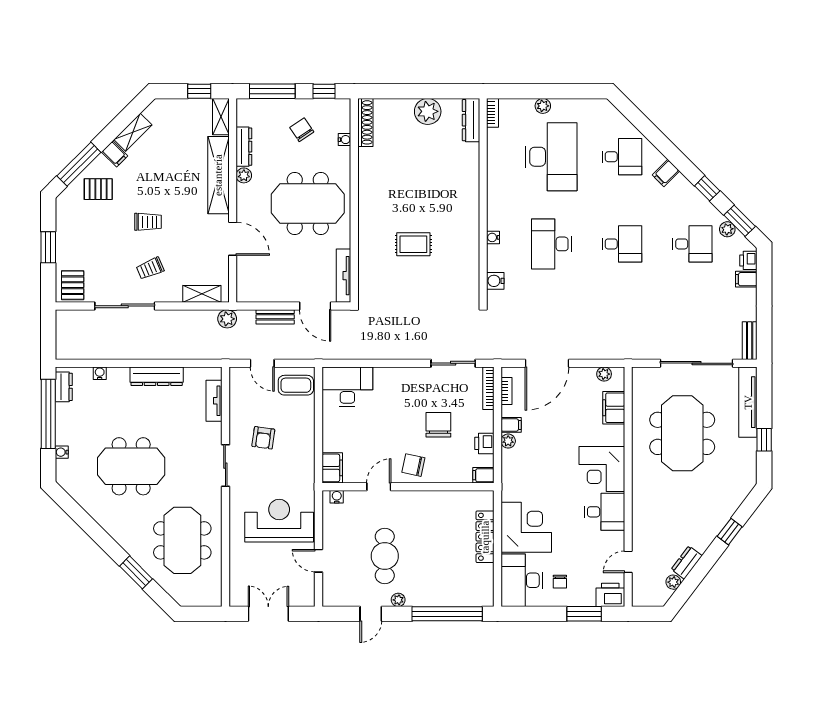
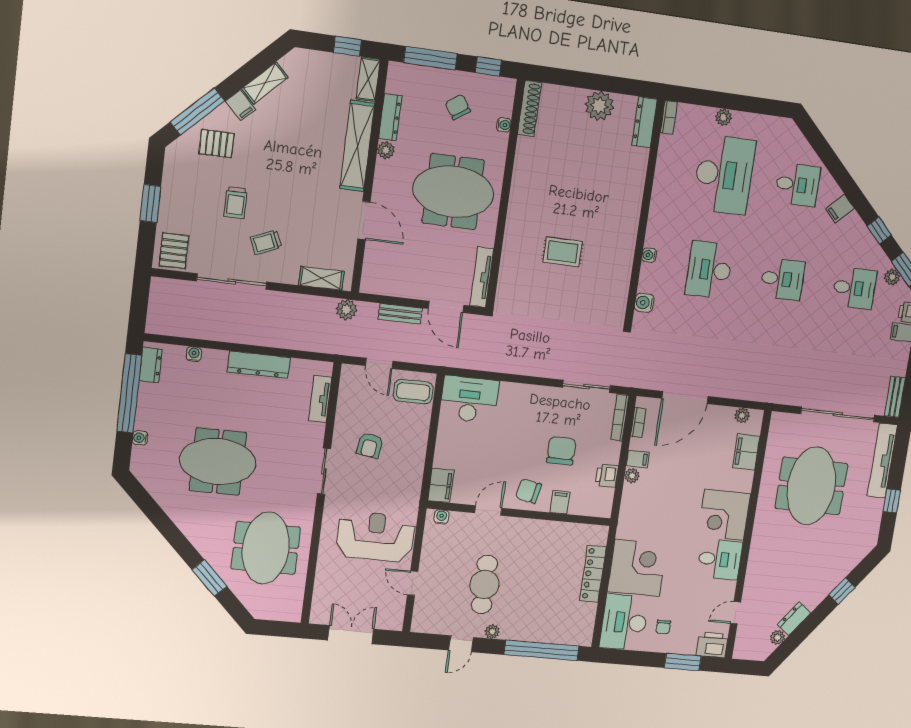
trolley: (148, 222) -> (236, 203), moved, turned 90
filing cabinet: (483, 475) -> (560, 502), moved, turned 90

